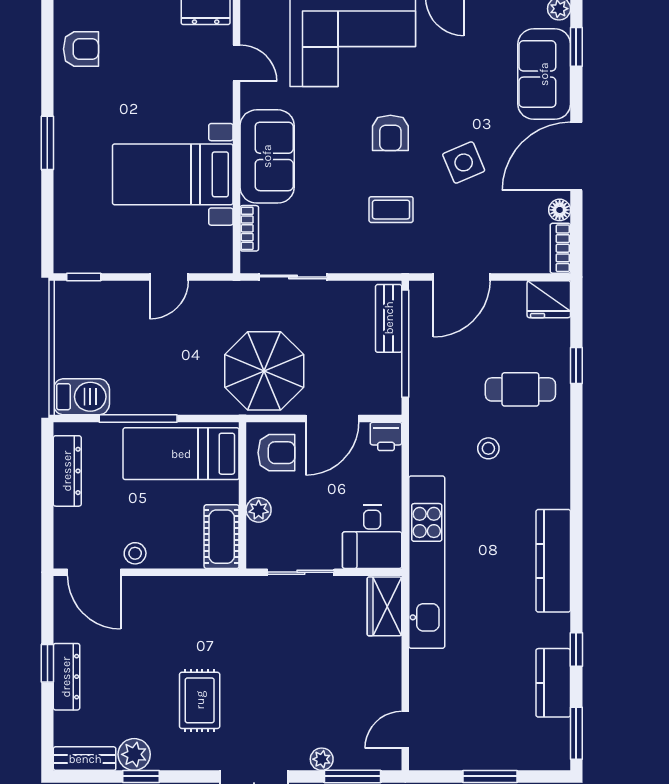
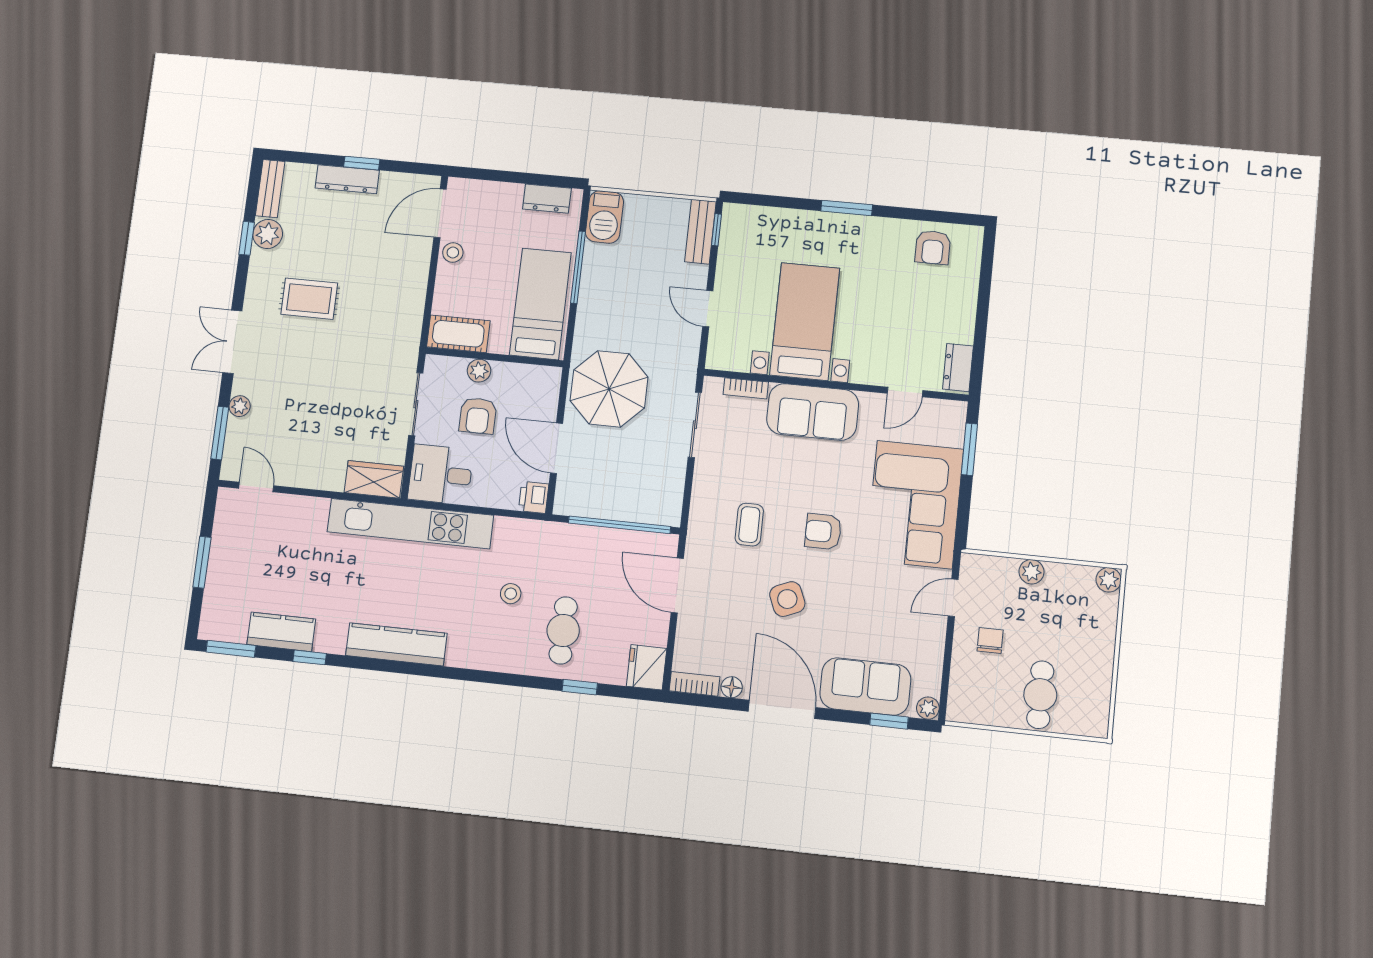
bench: (389, 318) -> (700, 232), moved, turned 90
armchair: (276, 453) -> (478, 416), moved
dresser: (67, 471) -> (547, 199), width x0.70

